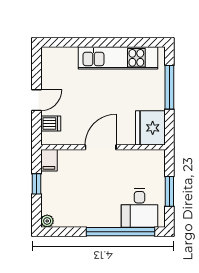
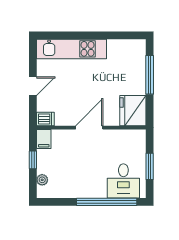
kitchen unit: (118, 58) -> (71, 49), moved
dishwasher: (51, 124) -> (45, 119), moved
plant: (47, 221) -> (42, 180), moved

